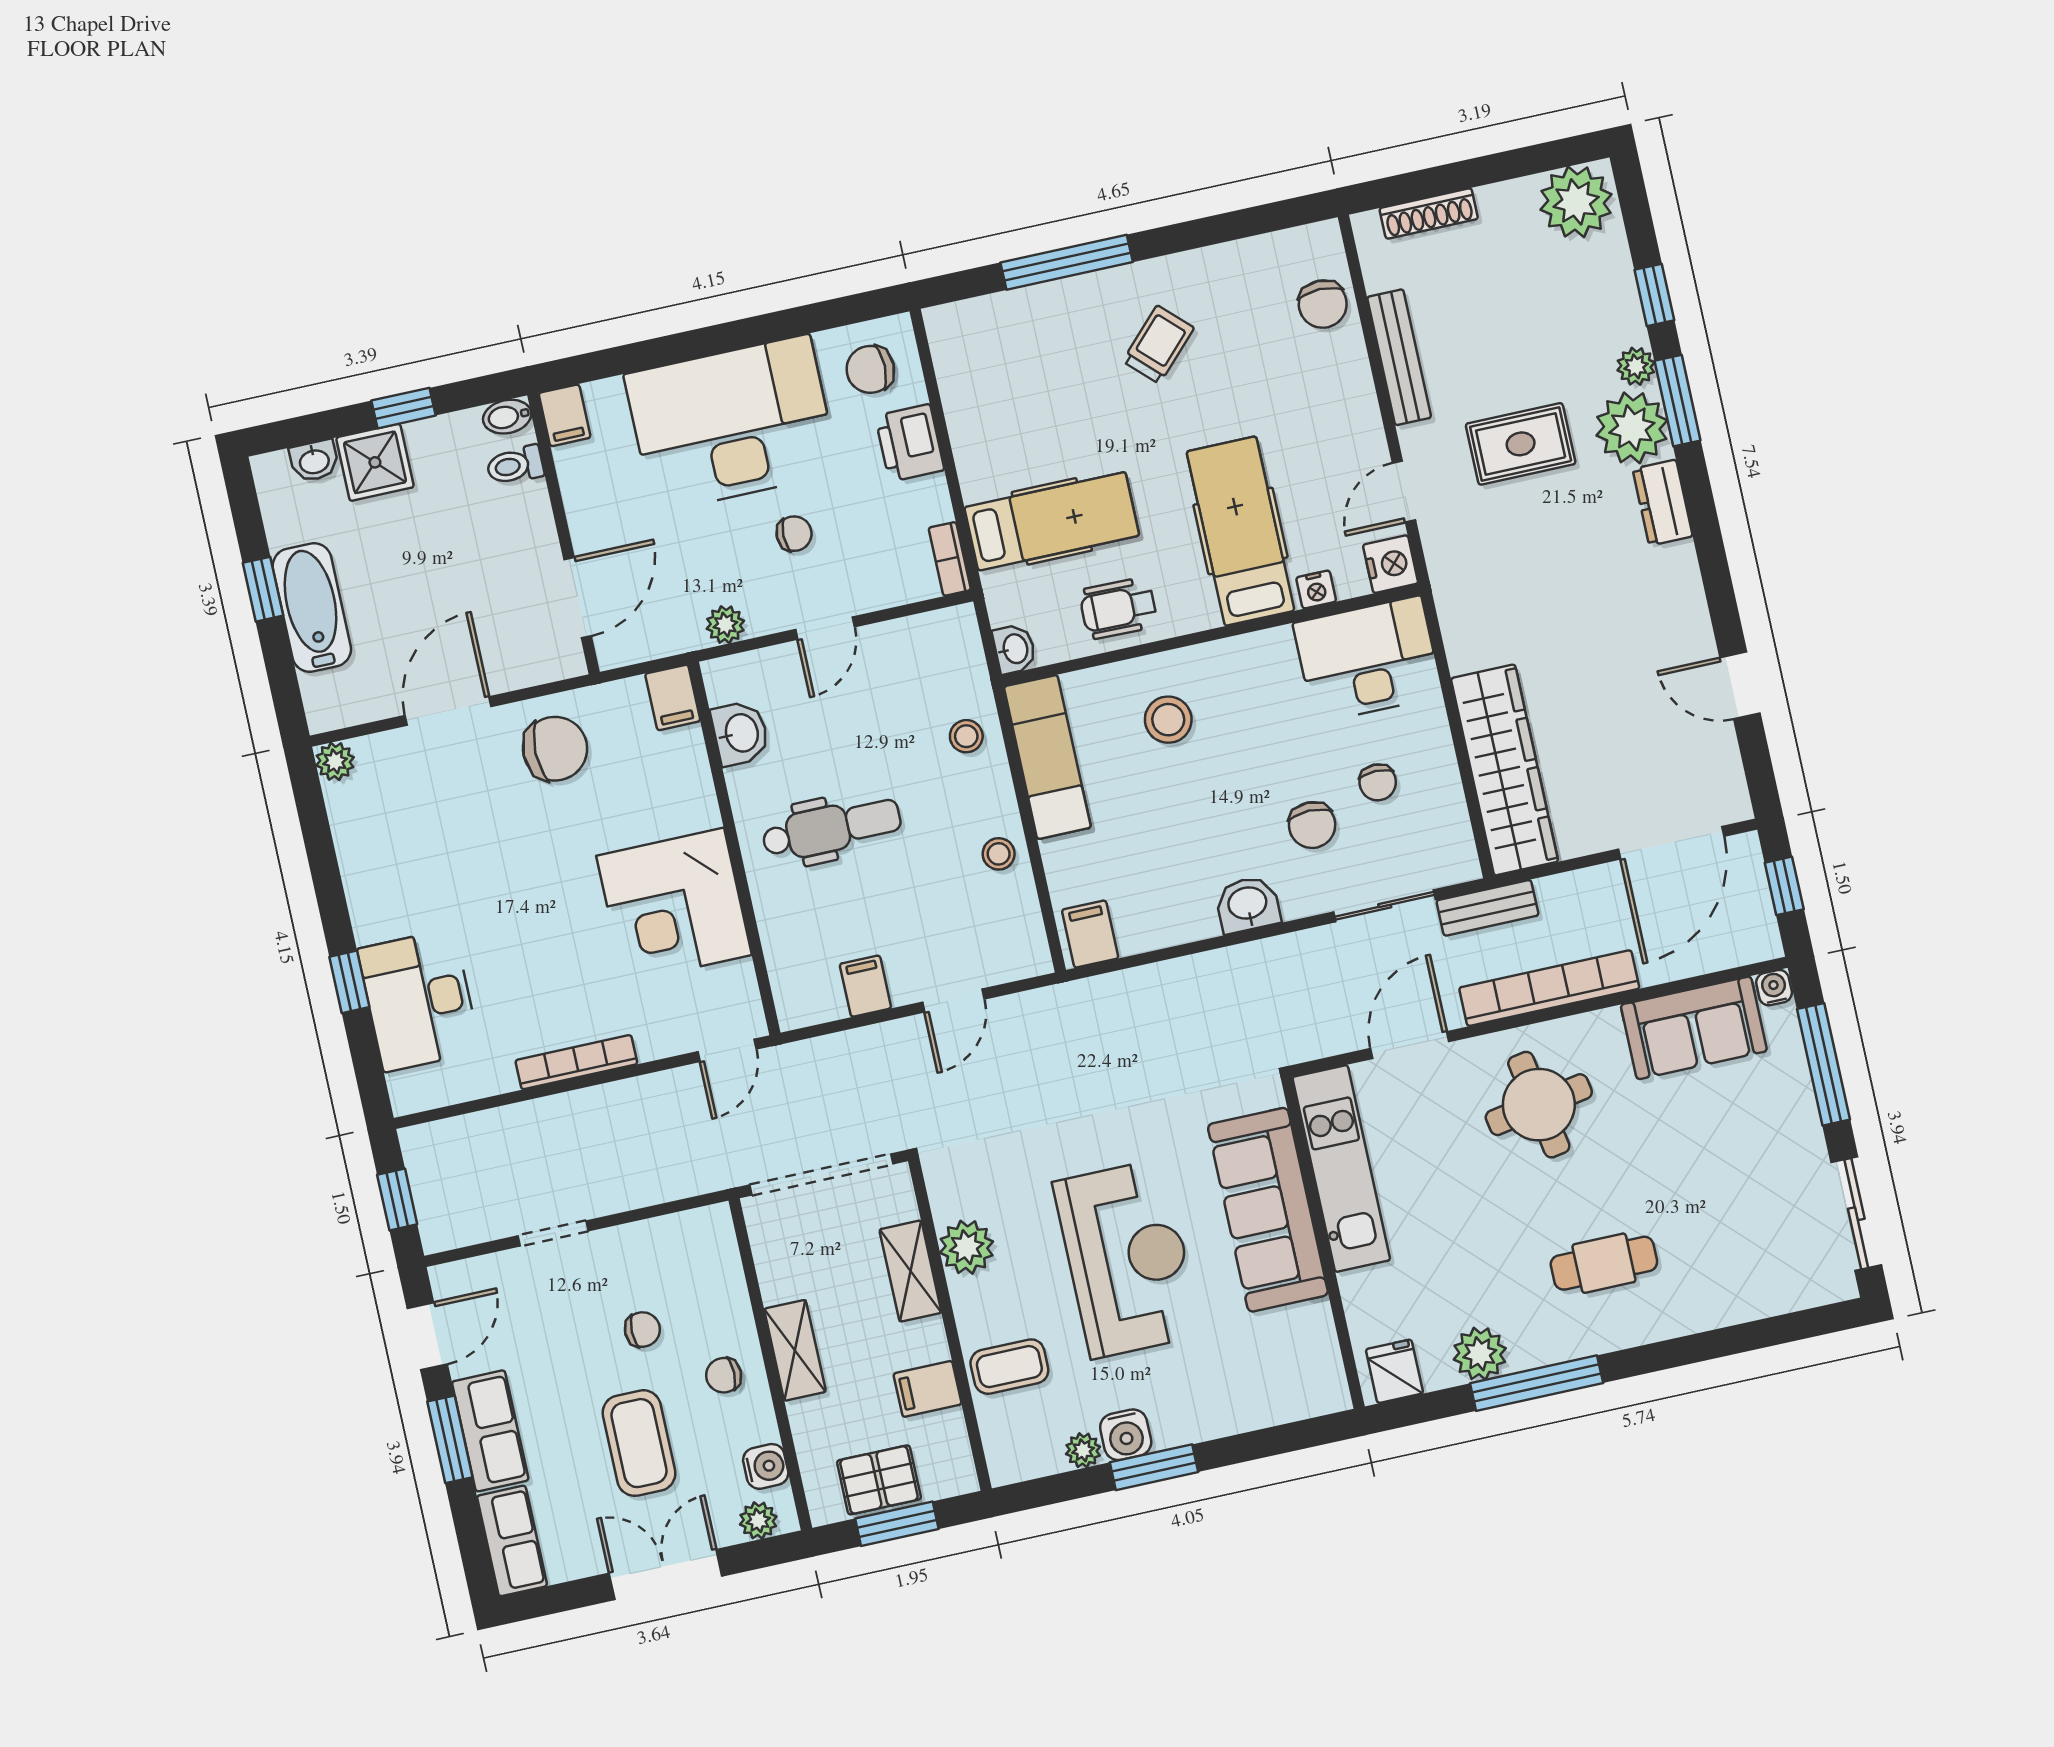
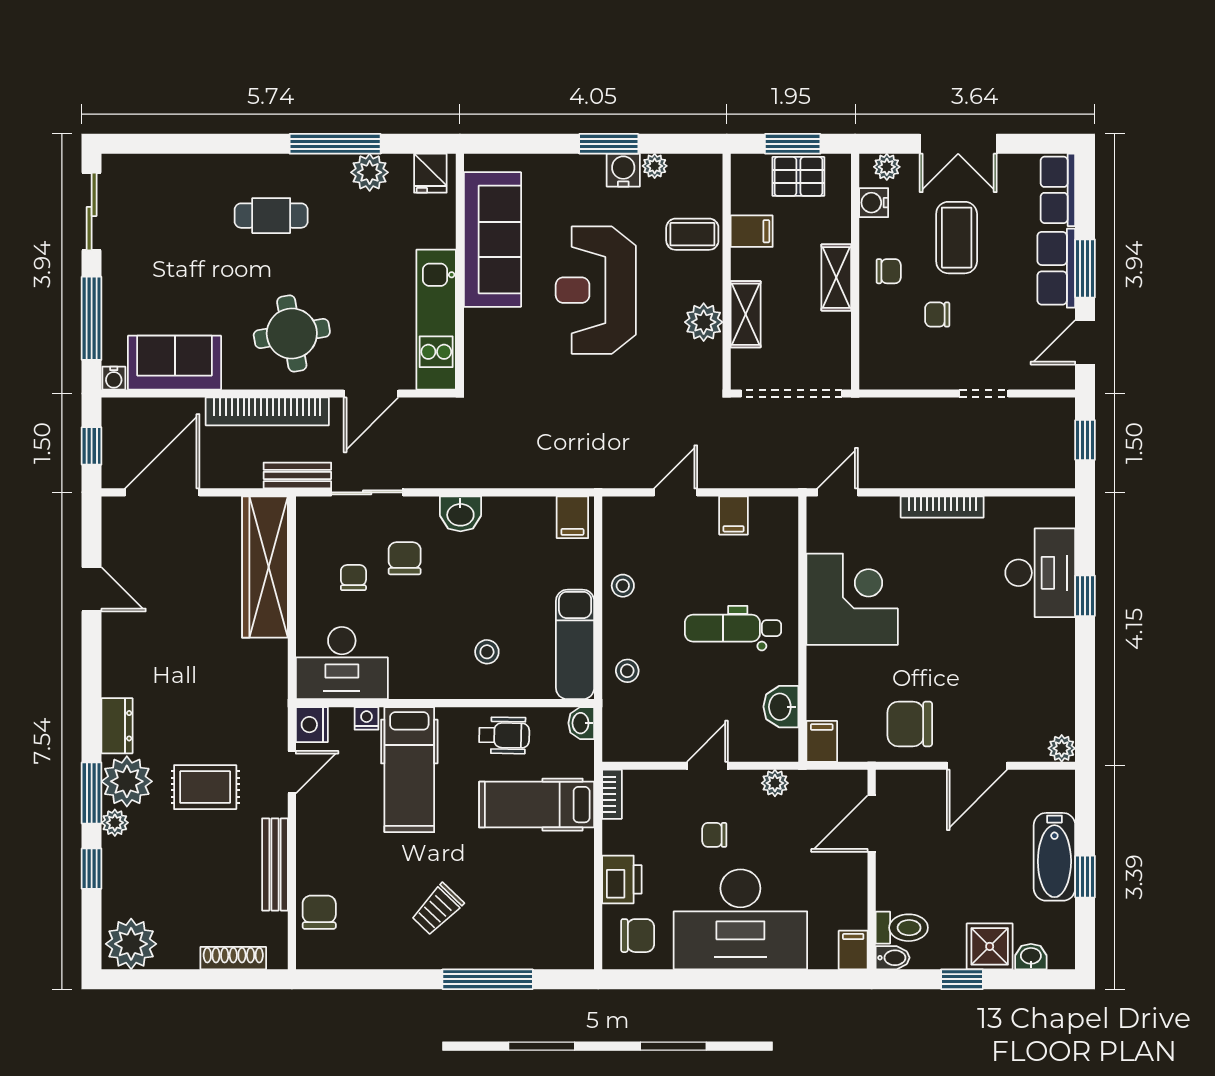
toilet: (515, 465) -> (902, 928), width x1.37, depth x1.39
stool: (1168, 720) -> (487, 652), width x0.73, depth x0.73
sofa: (1268, 1210) -> (492, 239), moved

